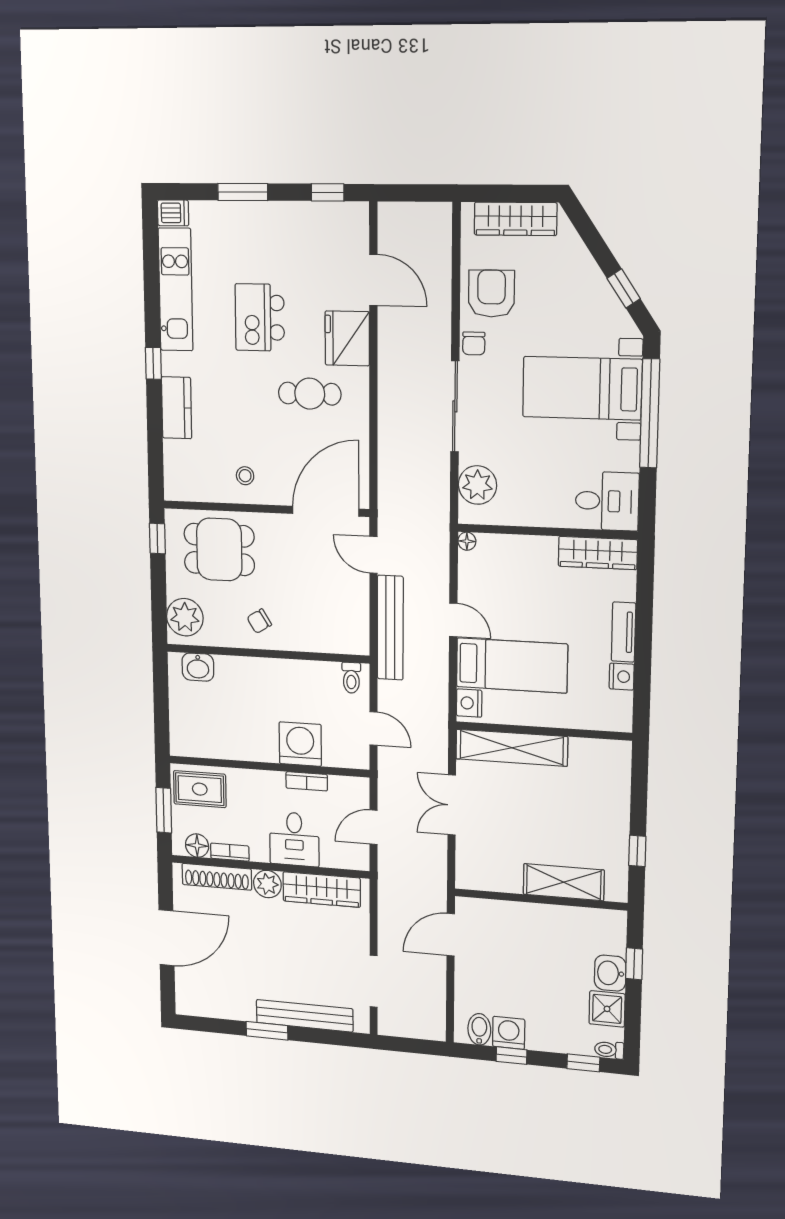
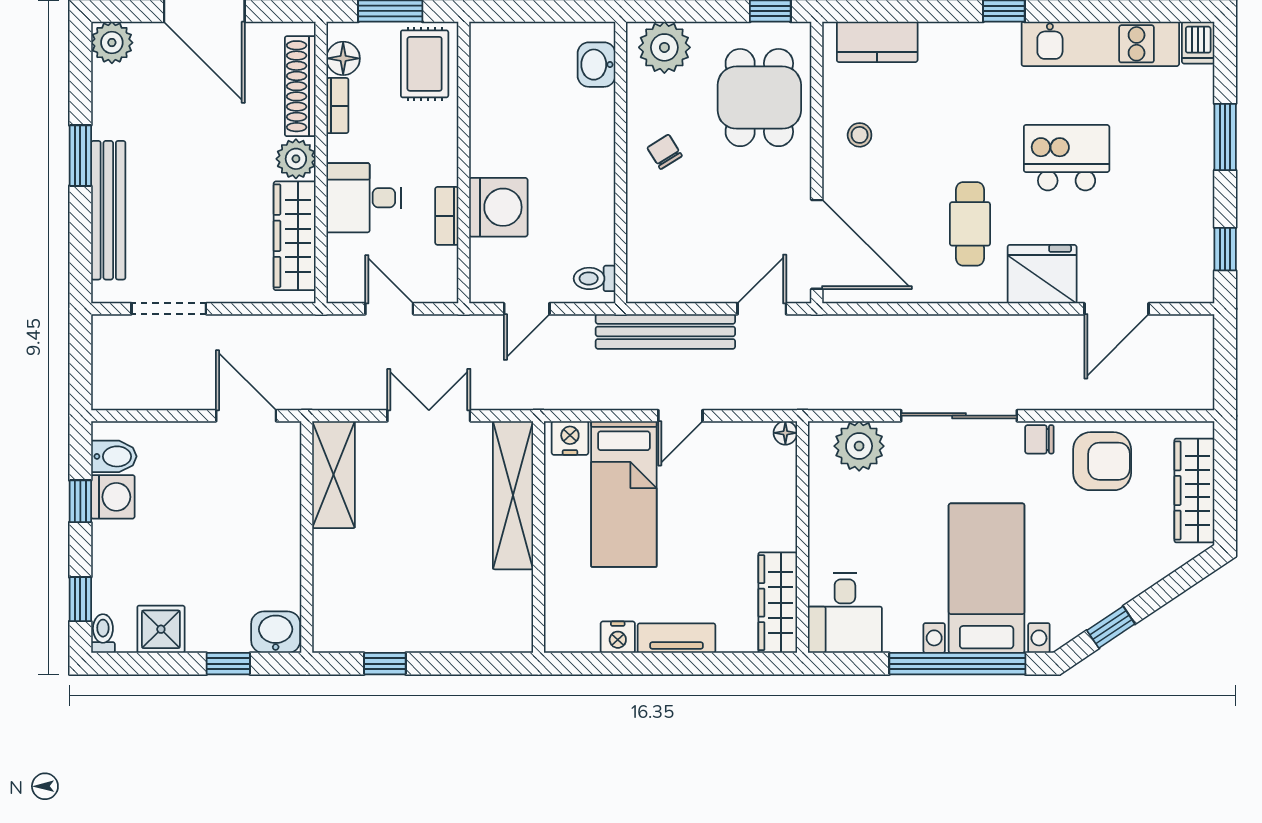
kitchen counter: (177, 408) -> (877, 42), moved
shelving: (564, 882) -> (334, 475), moved
washbasin: (610, 973) -> (276, 632), moved
plant: (189, 1002) -> (112, 43), added

